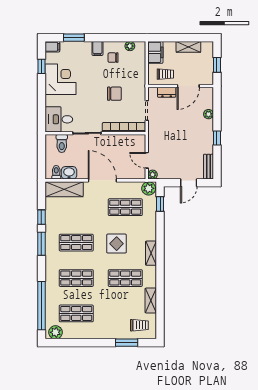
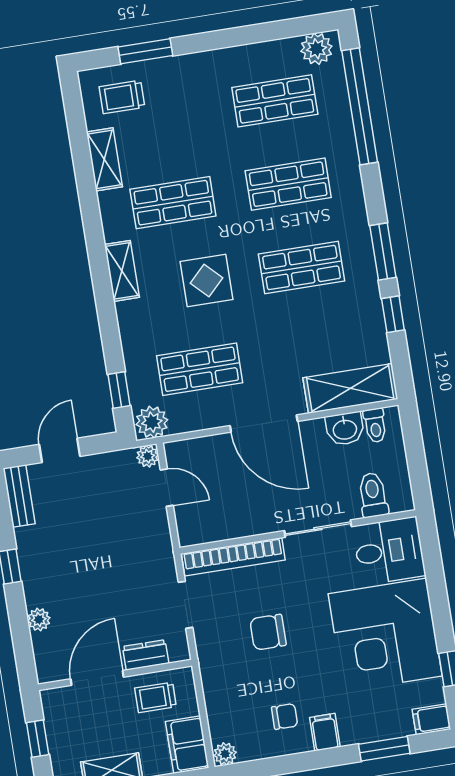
plant: (130, 46) -> (225, 754), moved
corner desk: (60, 79) -> (385, 635), width x1.36, depth x1.36

